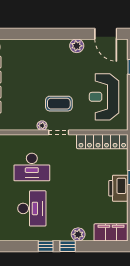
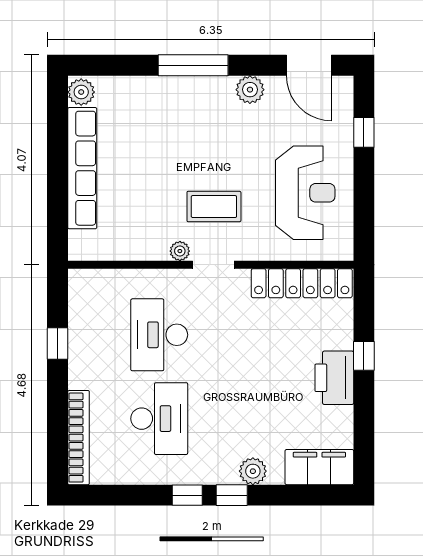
window: (49, 34) -> (193, 65), added
reception desk: (104, 97) -> (305, 193), turned 180
desk: (32, 167) -> (159, 335), turned 90

